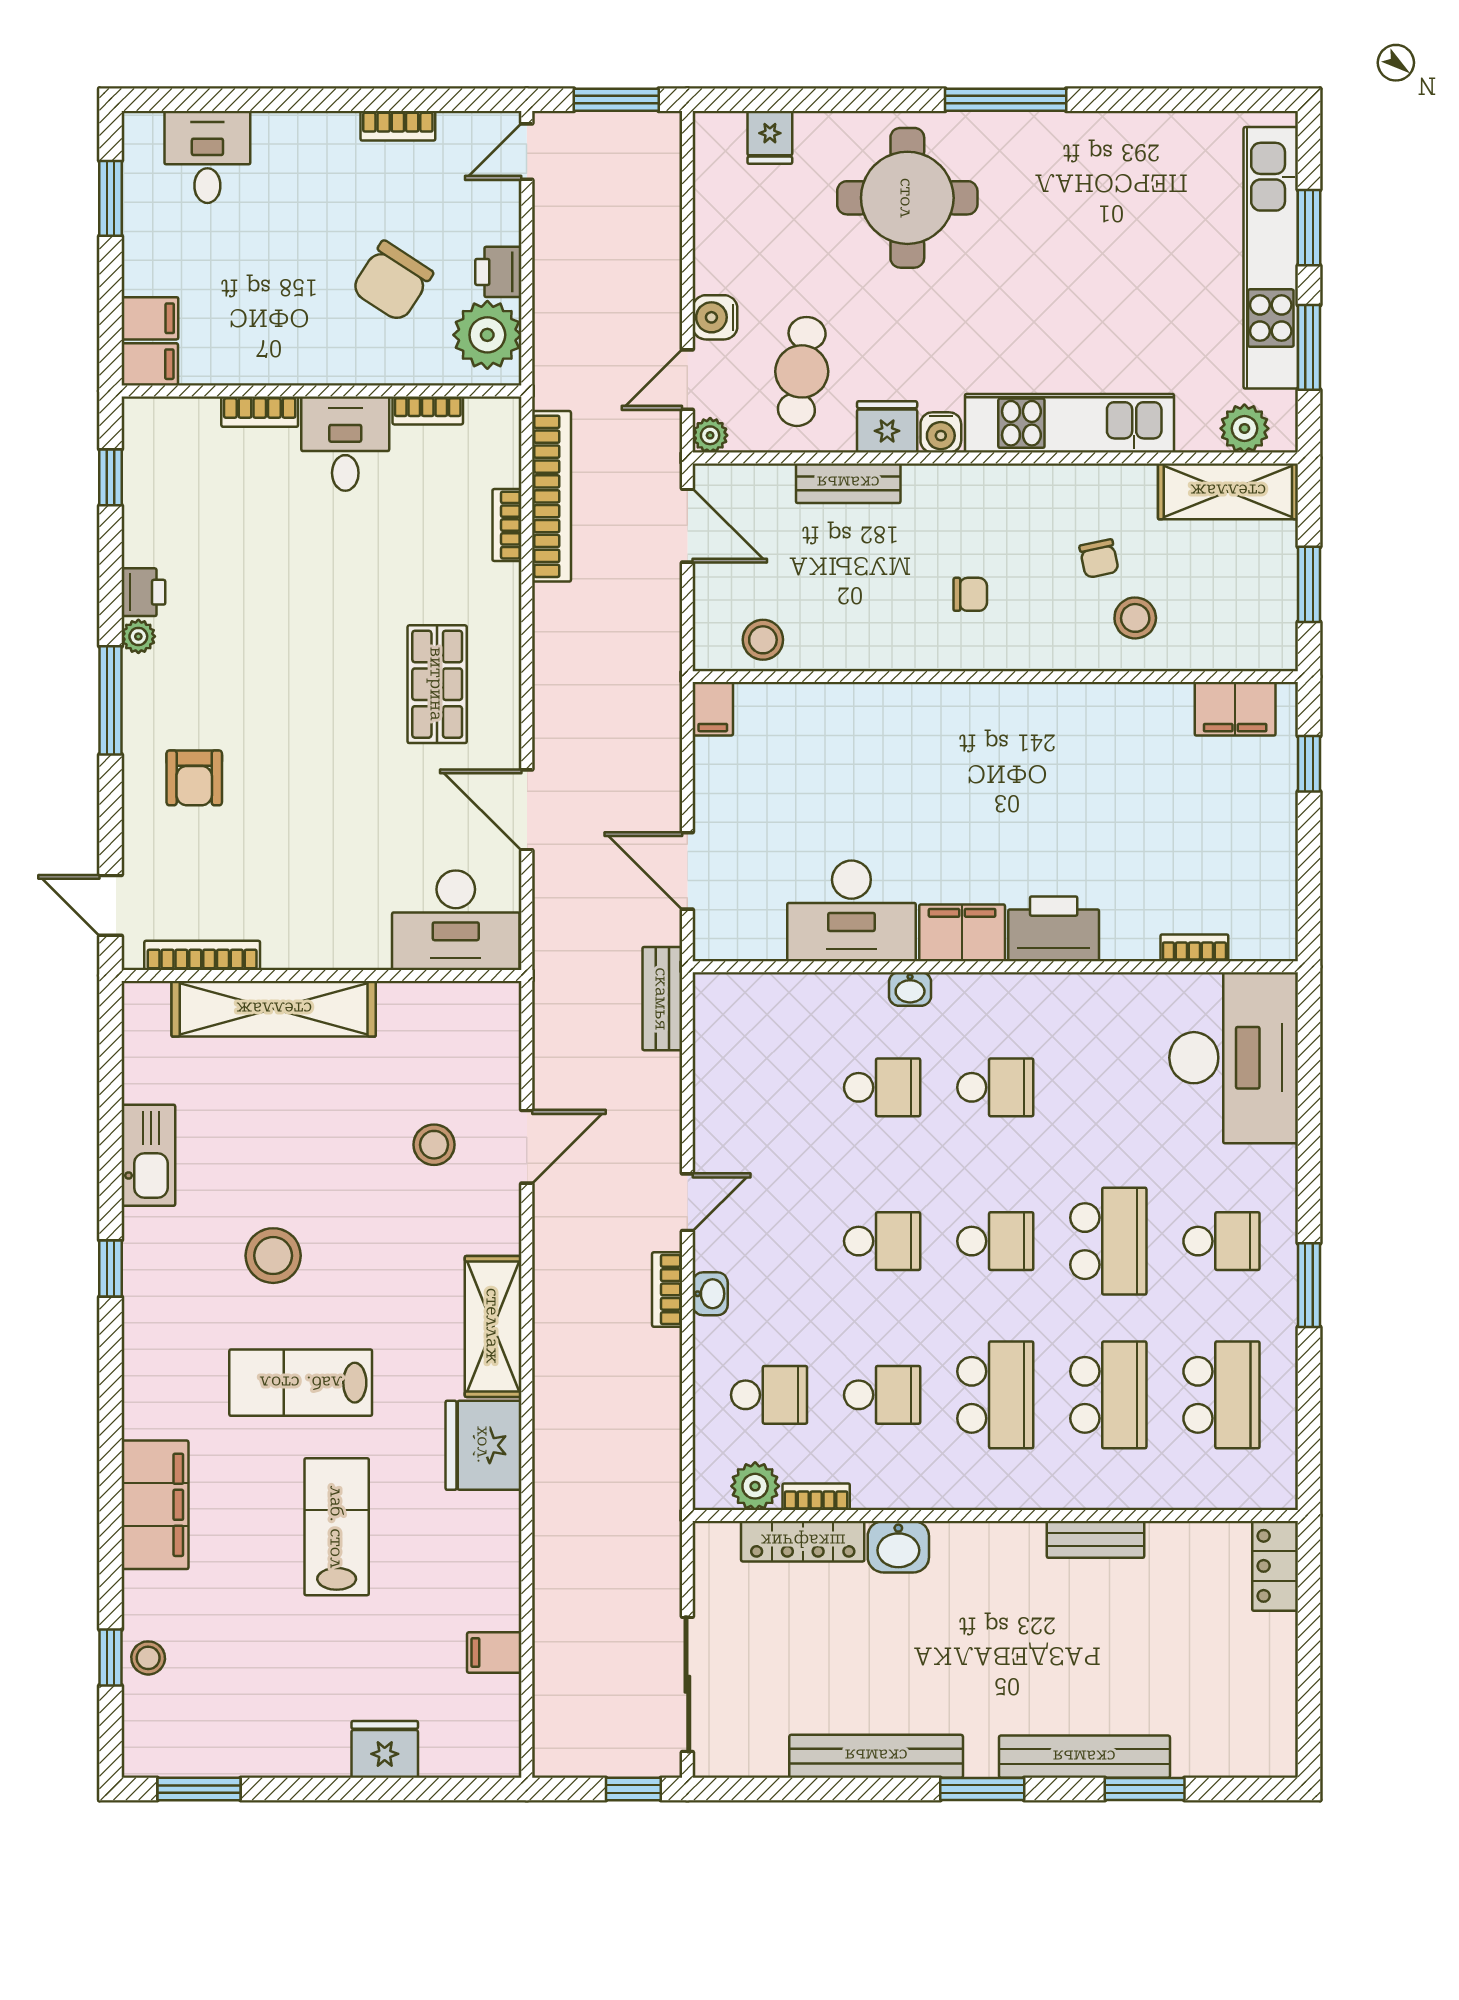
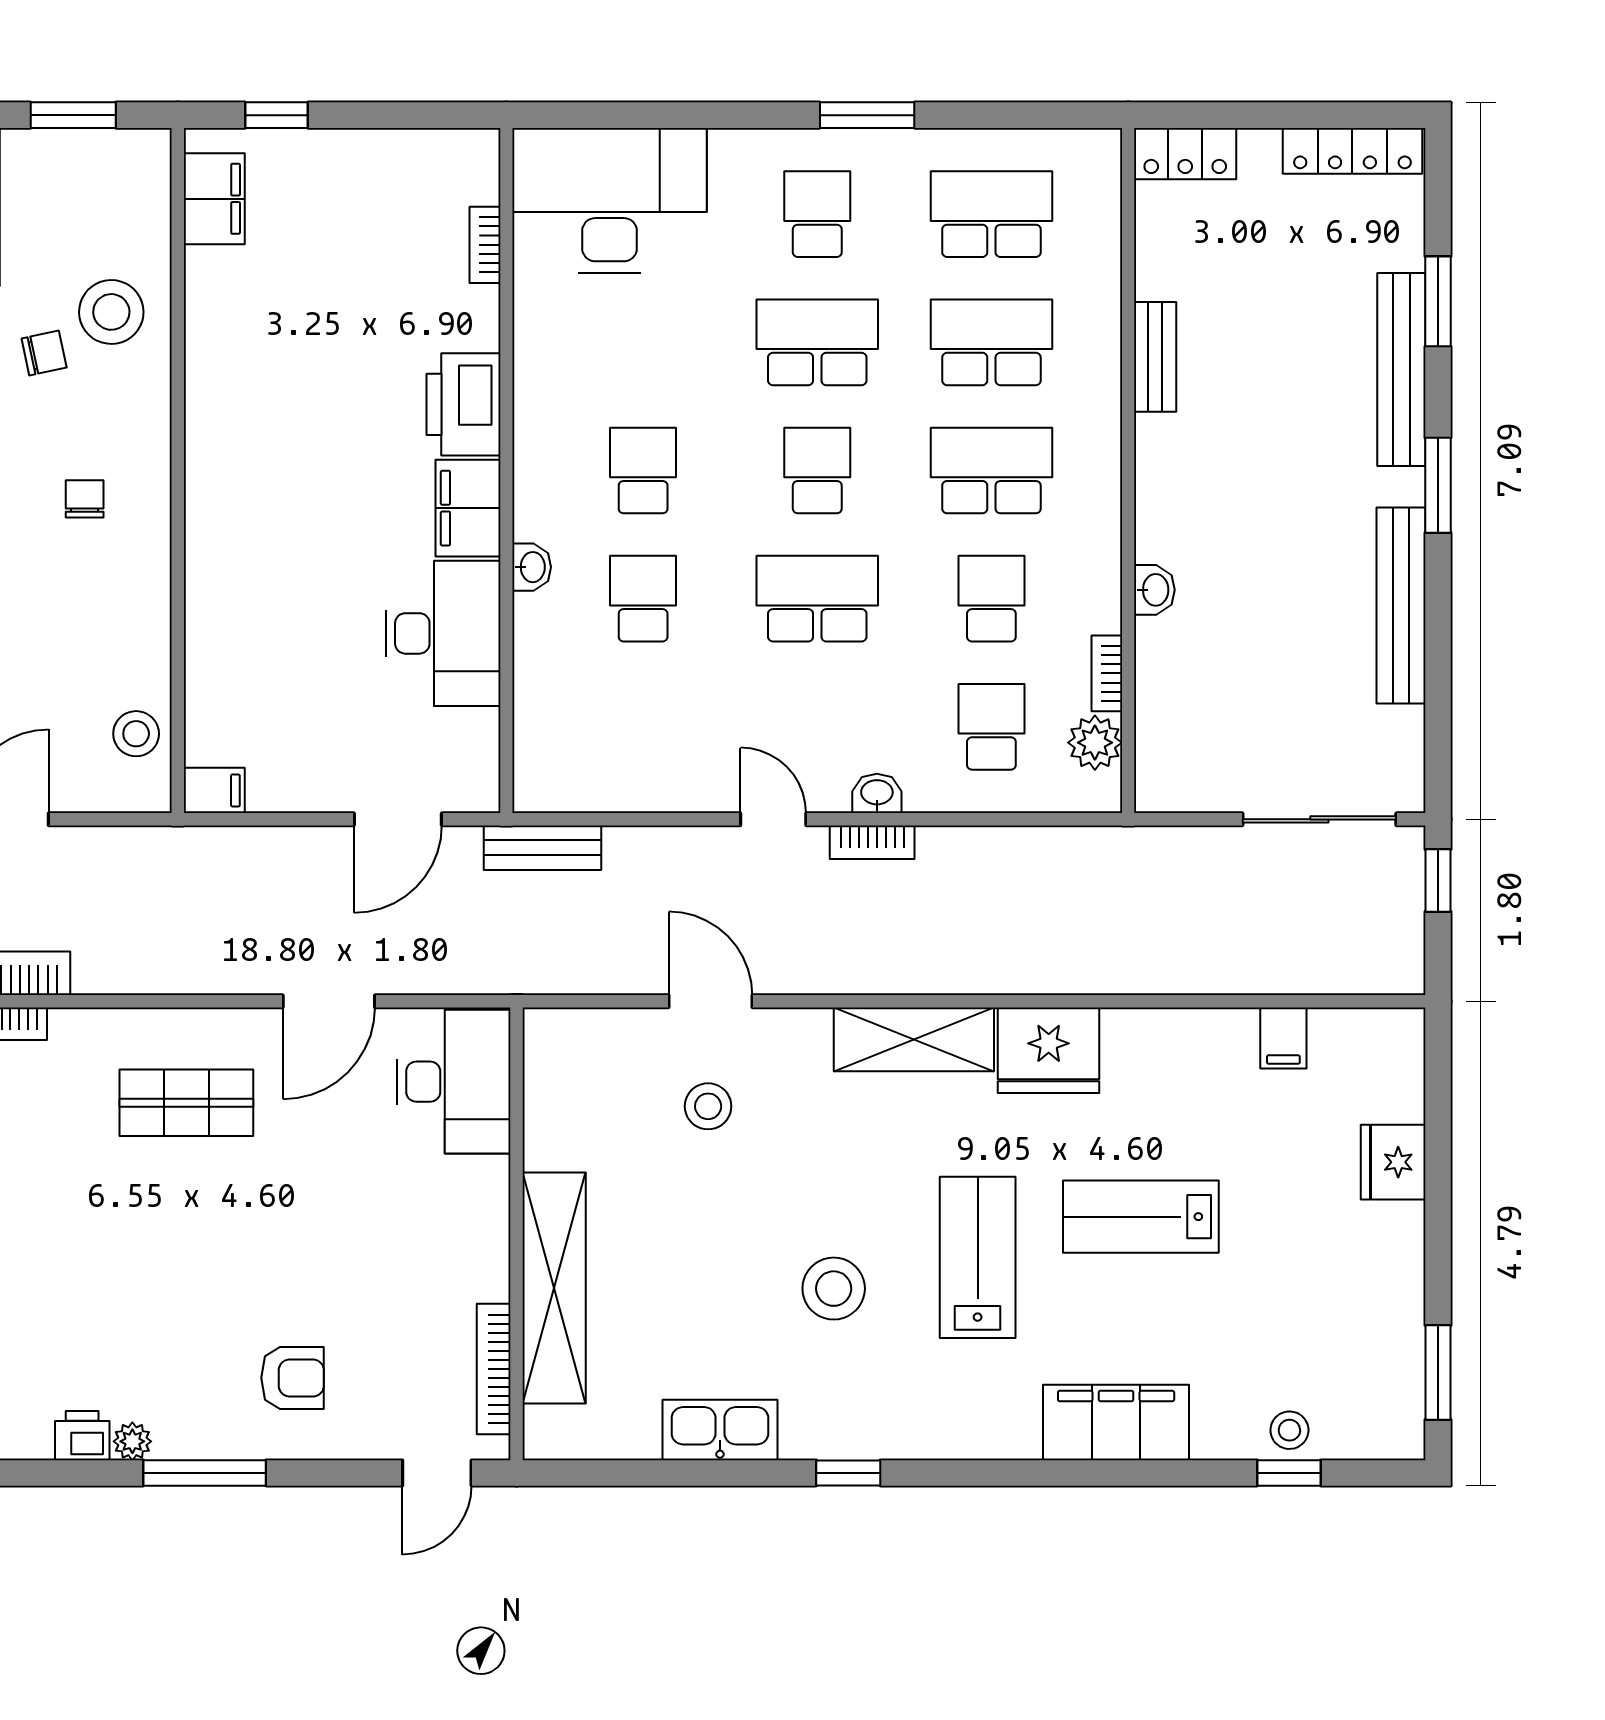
stool: (1135, 618) -> (111, 312), width x1.38, depth x1.38
school desk: (882, 1241) -> (817, 599), width x1.85
lab bench: (301, 1383) -> (978, 1257), turned 180
locker: (803, 1541) -> (1352, 151), moved, turned 90
washbasin: (898, 1547) -> (1154, 590), width x0.72, depth x0.69

